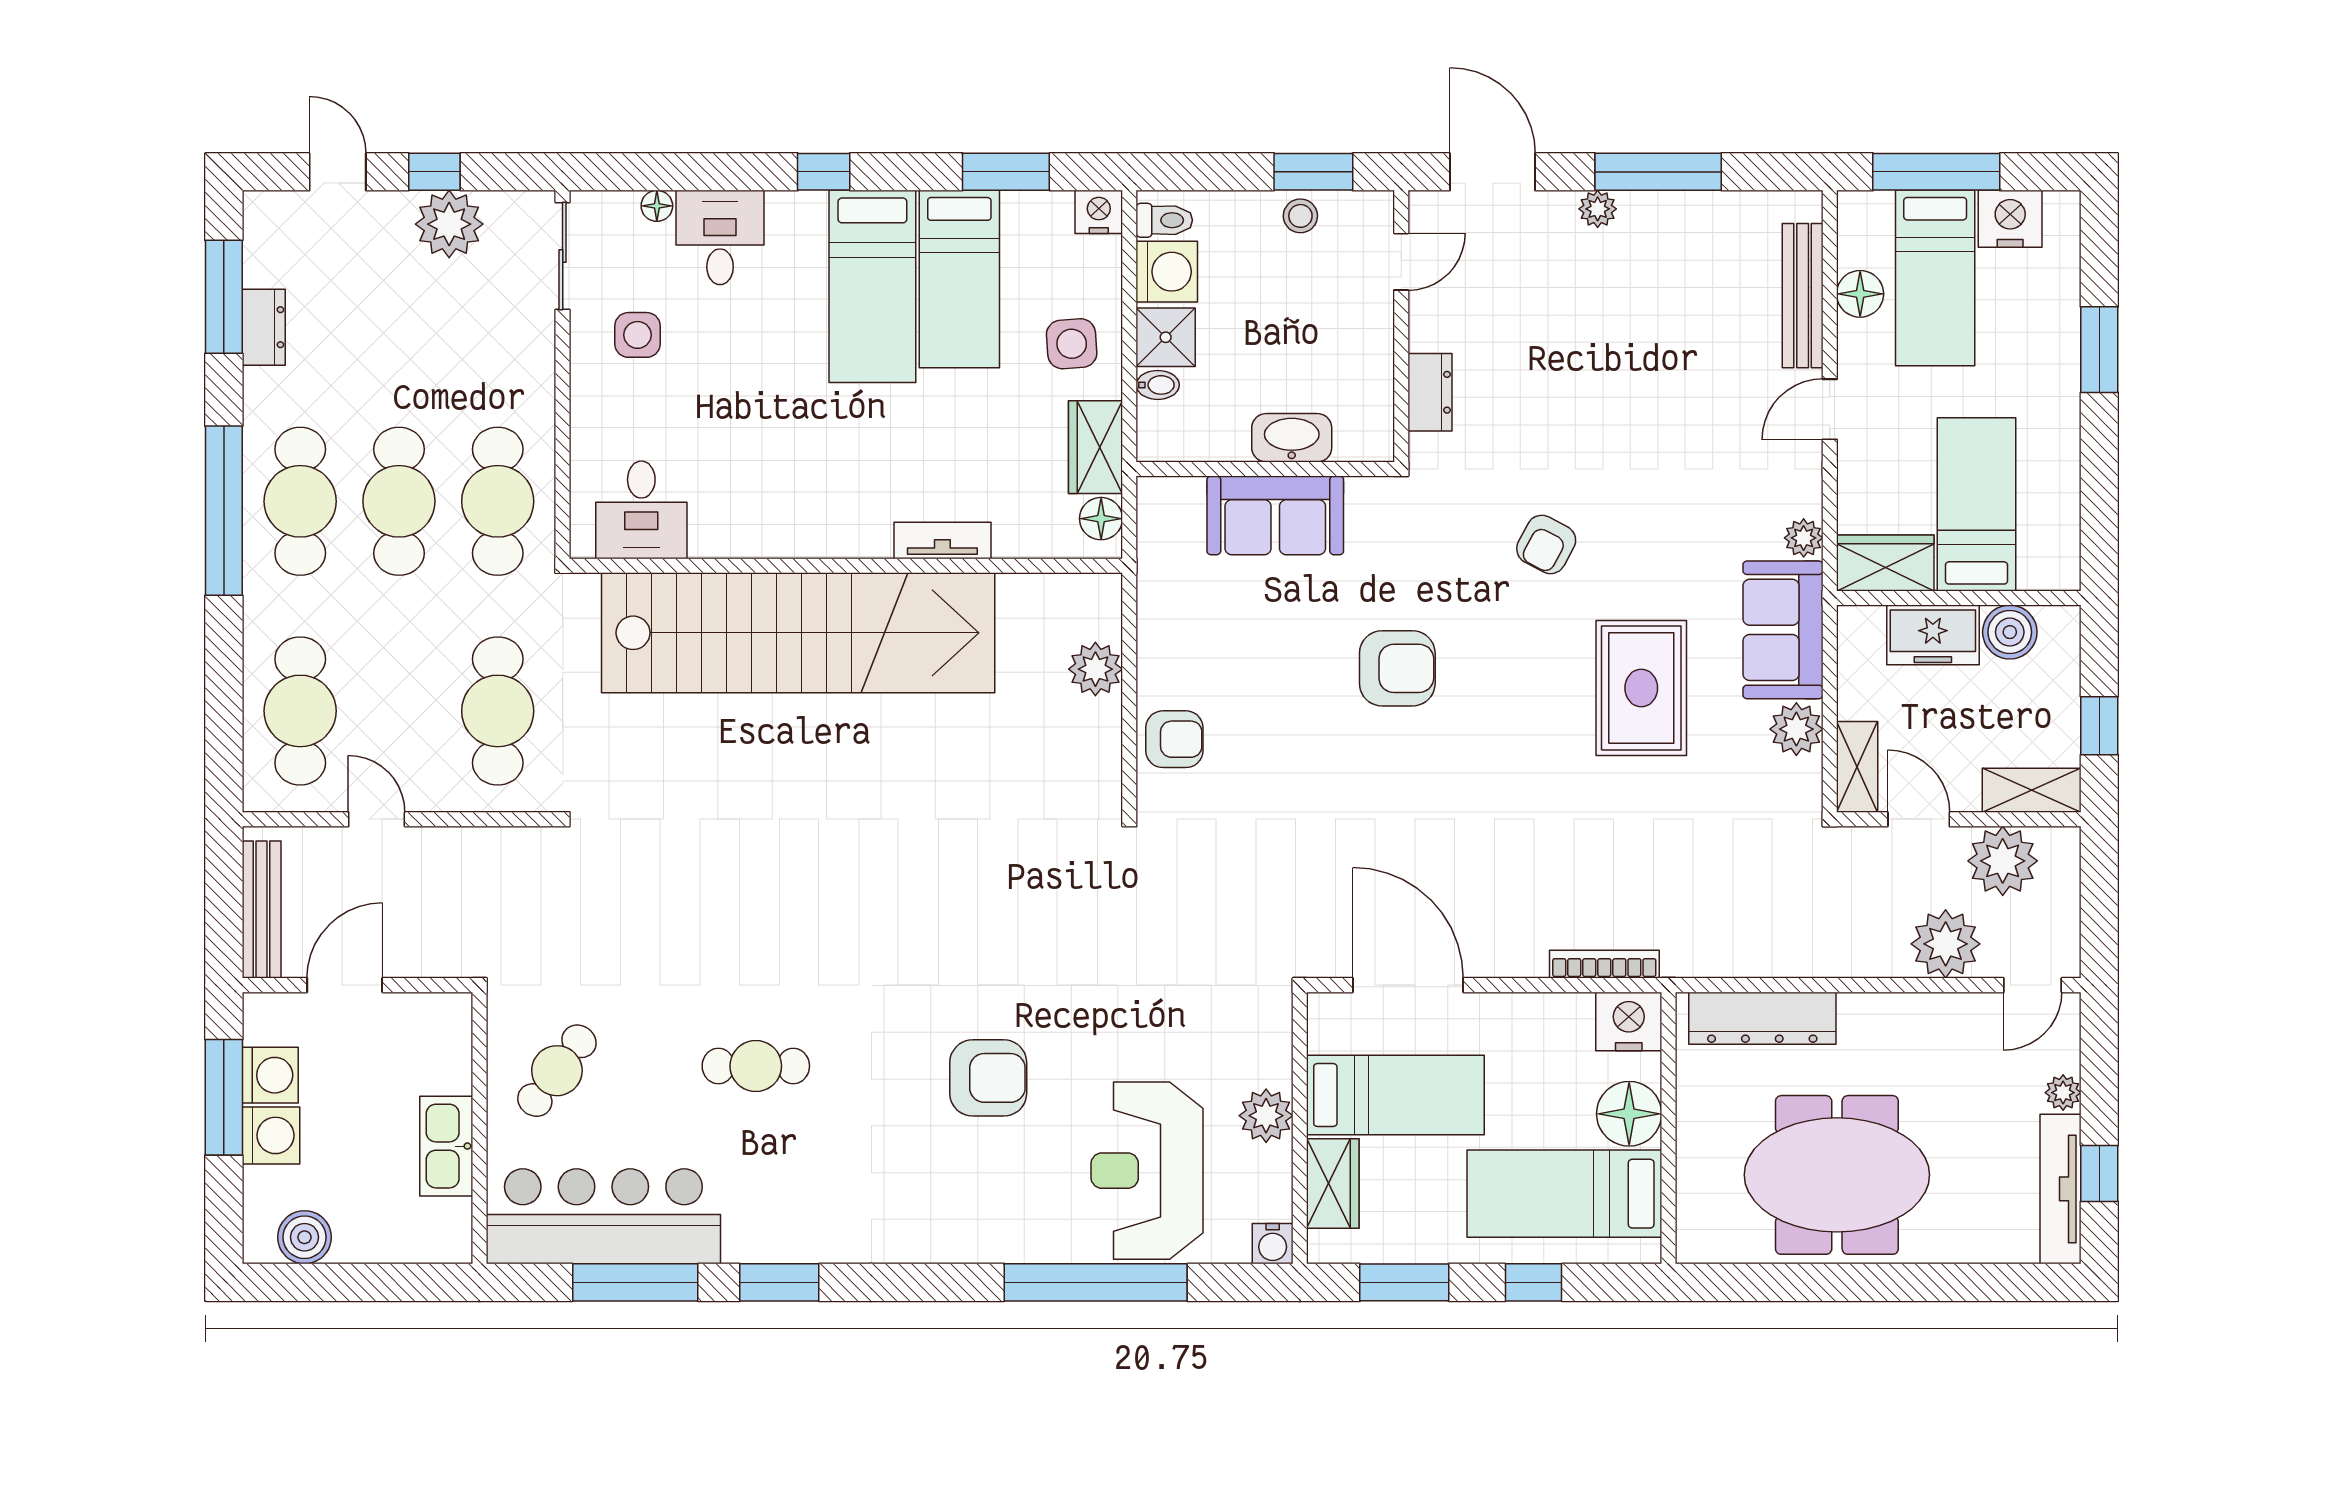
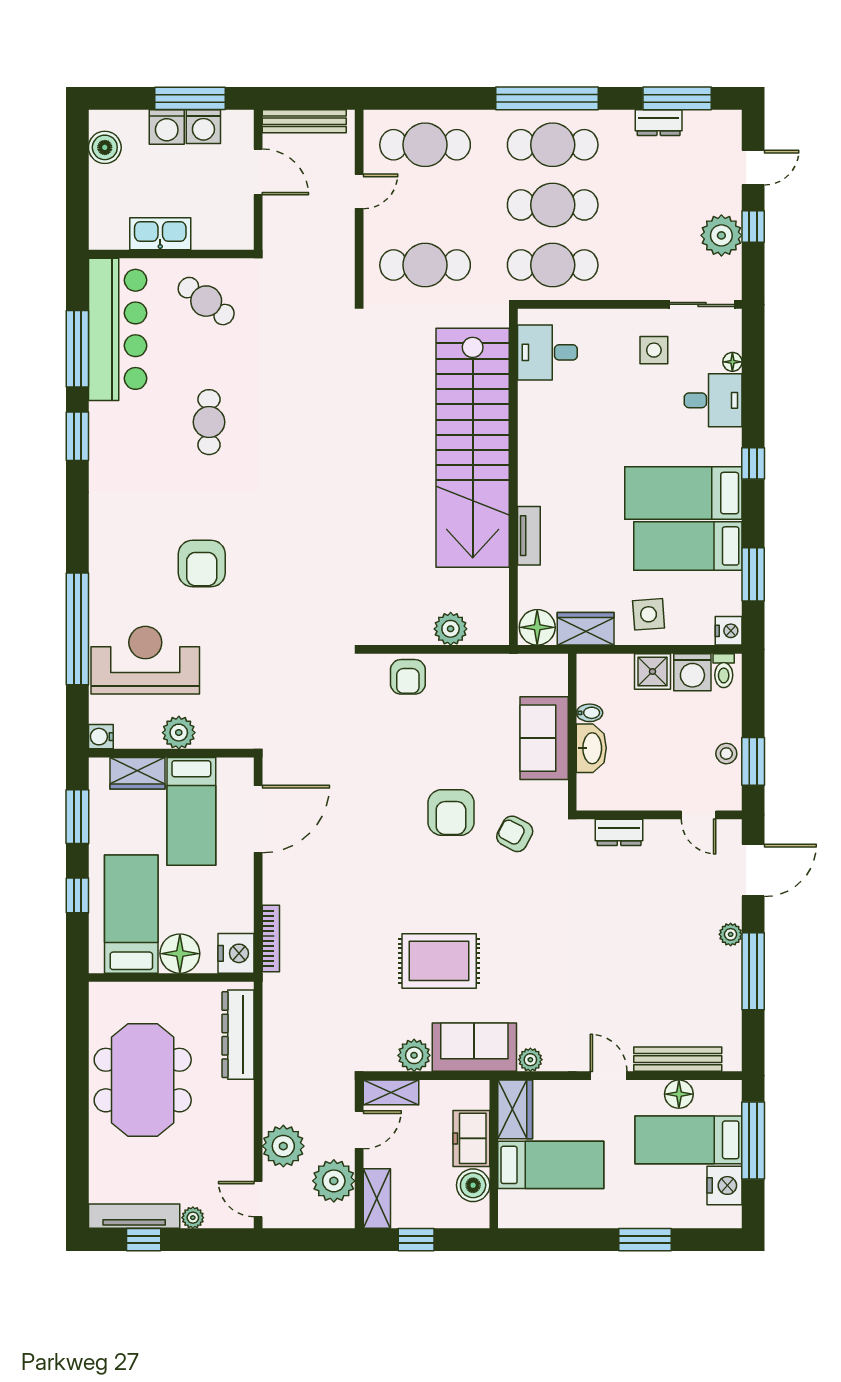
bidet: (1158, 385) -> (590, 713), moved, turned -90
floor lamp: (1101, 519) -> (537, 627), width x1.38, depth x1.38
armchair: (1546, 544) -> (515, 834), moved

